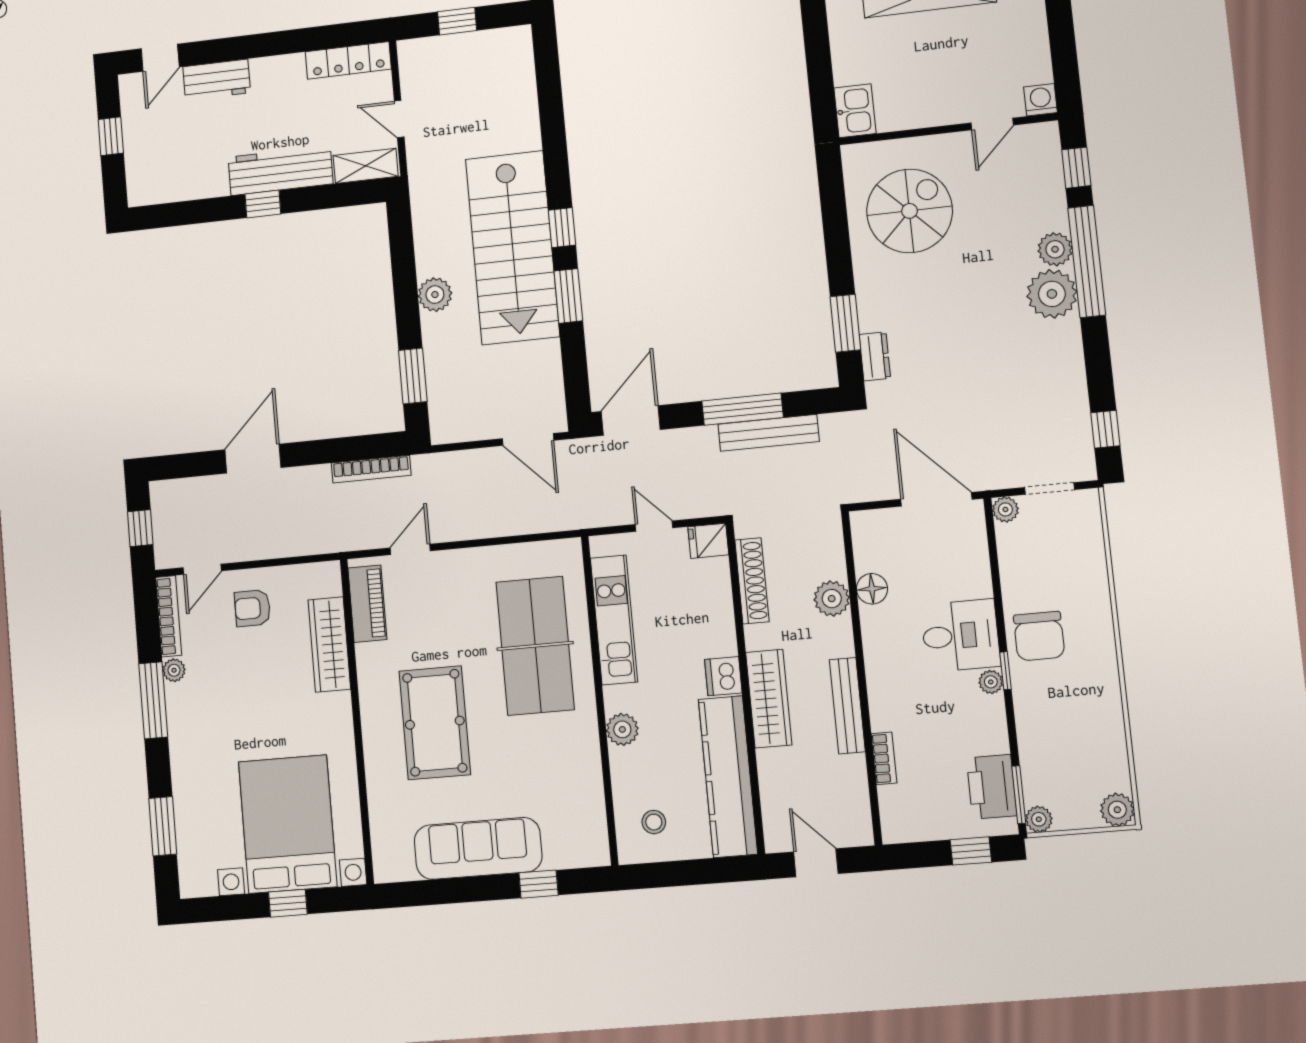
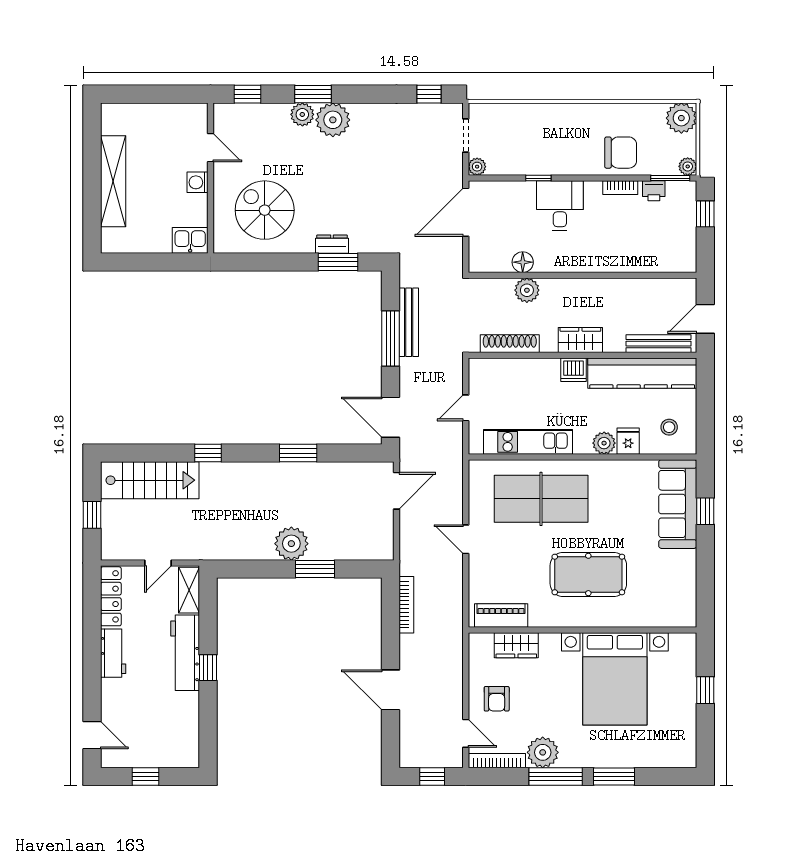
workbench: (217, 80) -> (113, 653), moved
washing machine: (1041, 100) -> (198, 182), moved
window: (562, 228) -> (208, 453), moved
stairs: (512, 248) -> (150, 480), moved, width x0.73, depth x0.66
window: (1087, 261) -> (313, 94), width x0.47
plant: (435, 295) -> (291, 544), width x1.36, depth x1.36
dresser: (875, 356) -> (332, 244), moved
window: (413, 376) -> (315, 569), moved
fridge: (708, 541) -> (628, 441), moved, turned 180
door: (410, 549) -> (466, 539), moved
chair: (1039, 636) -> (621, 153), moved
wardrobe: (329, 644) -> (516, 645), width x0.67
plant: (174, 670) -> (543, 752), width x1.87, depth x1.87
window: (1006, 671) -> (538, 178), moved
plant: (991, 682) -> (593, 189), removed
wardrobe: (769, 699) -> (580, 340), width x0.67
bench: (847, 706) -> (658, 344), moved
bookcase: (884, 758) -> (620, 188), moved, turned 180
printer: (992, 787) -> (654, 191), width x0.53, depth x0.68
plant: (1117, 810) -> (681, 118), width x1.36, depth x1.36
bed with nightstands: (288, 824) -> (615, 679), moved, turned -90
window: (163, 826) -> (614, 777), moved
sofa: (478, 848) -> (678, 504), moved

